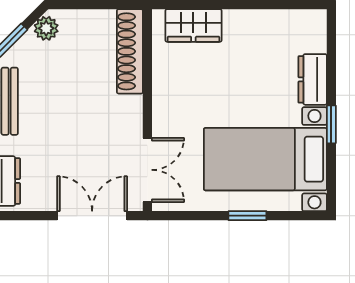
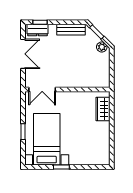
shoe rack: (130, 51) -> (92, 82), removed
dresser: (313, 79) -> (80, 159), removed
double door: (92, 216) -> (23, 54), moved

